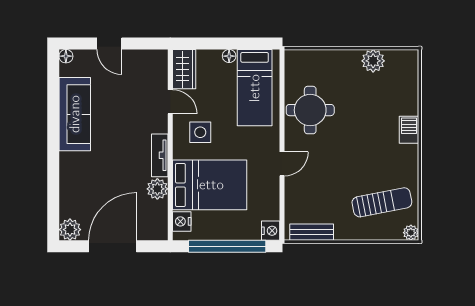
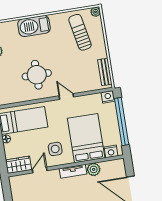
round table: (310, 110) -> (37, 75), moved
barbecue: (409, 130) -> (34, 26), width x1.88, depth x1.53

